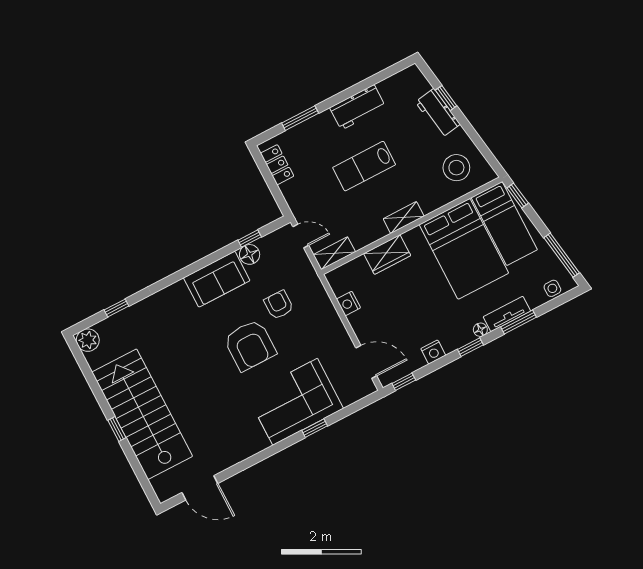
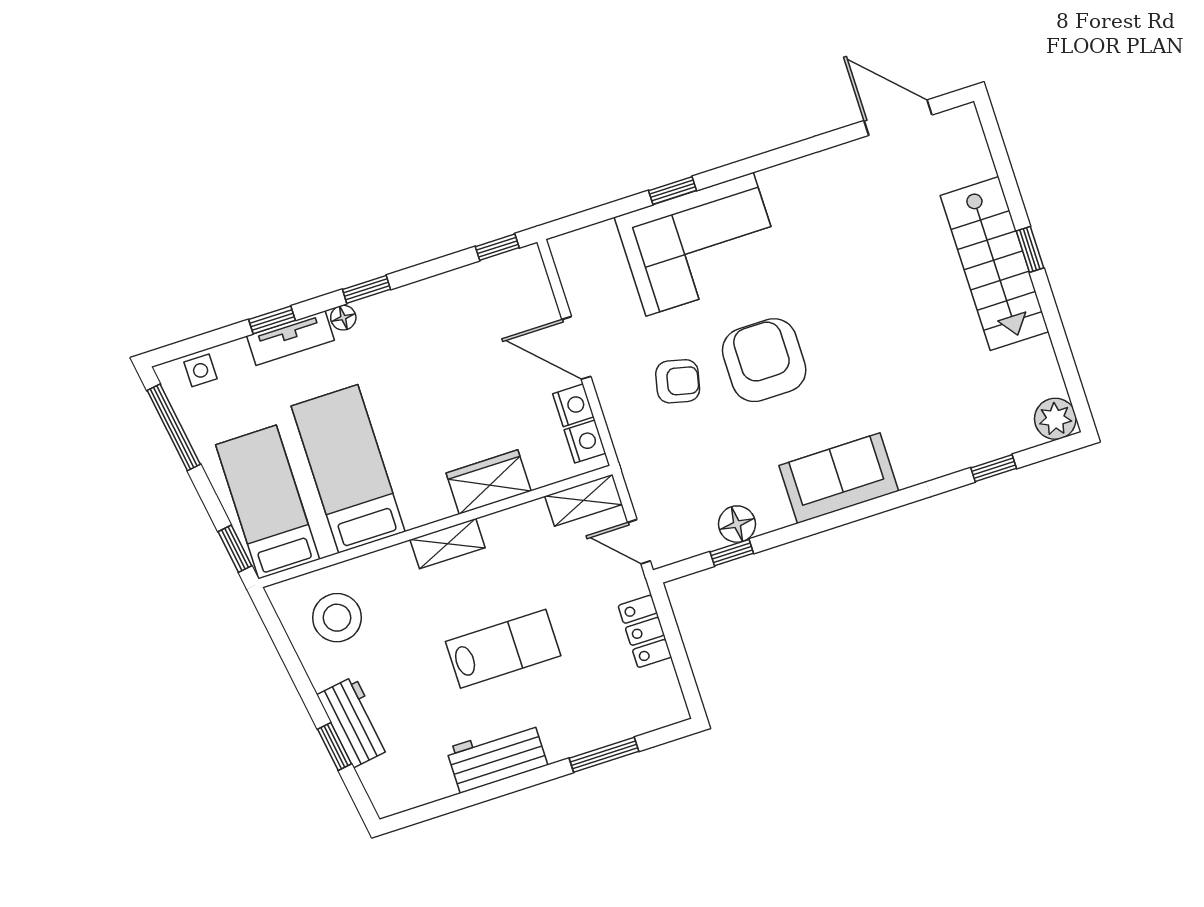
locker: (277, 165) -> (645, 631), moved
bed: (464, 249) -> (348, 469), width x0.67
sofa: (217, 279) -> (839, 478), moved
armchair: (279, 305) -> (678, 381), moved, turned -77
window: (518, 322) -> (272, 320), width x0.67
nightstand: (433, 352) -> (585, 442), moved, turned 90
door: (366, 362) -> (576, 348), moved
stairs: (142, 414) -> (995, 264), width x0.73, depth x0.66

